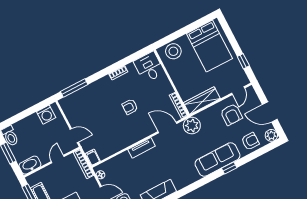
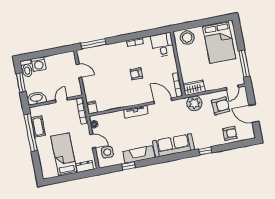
window: (243, 61) -> (244, 64), width x2.17
wardrobe: (202, 101) -> (194, 88), width x0.67
armchair: (231, 114) -> (221, 106), turned -94
washing machine: (46, 115) -> (39, 64), moved
plant: (192, 126) -> (194, 103), moved
plant: (271, 135) -> (249, 134), removed
door: (74, 136) -> (79, 71), moved
sofa: (217, 160) -> (173, 145), moved

